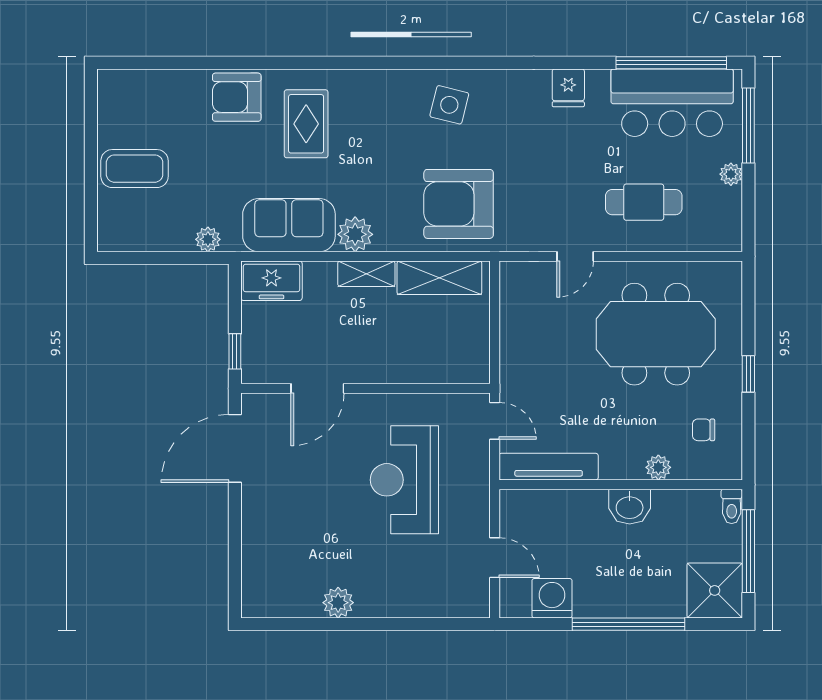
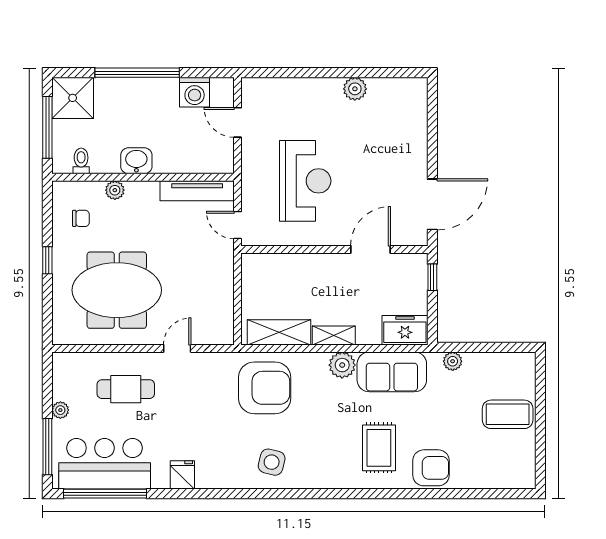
toilet: (732, 506) -> (81, 161), moved

